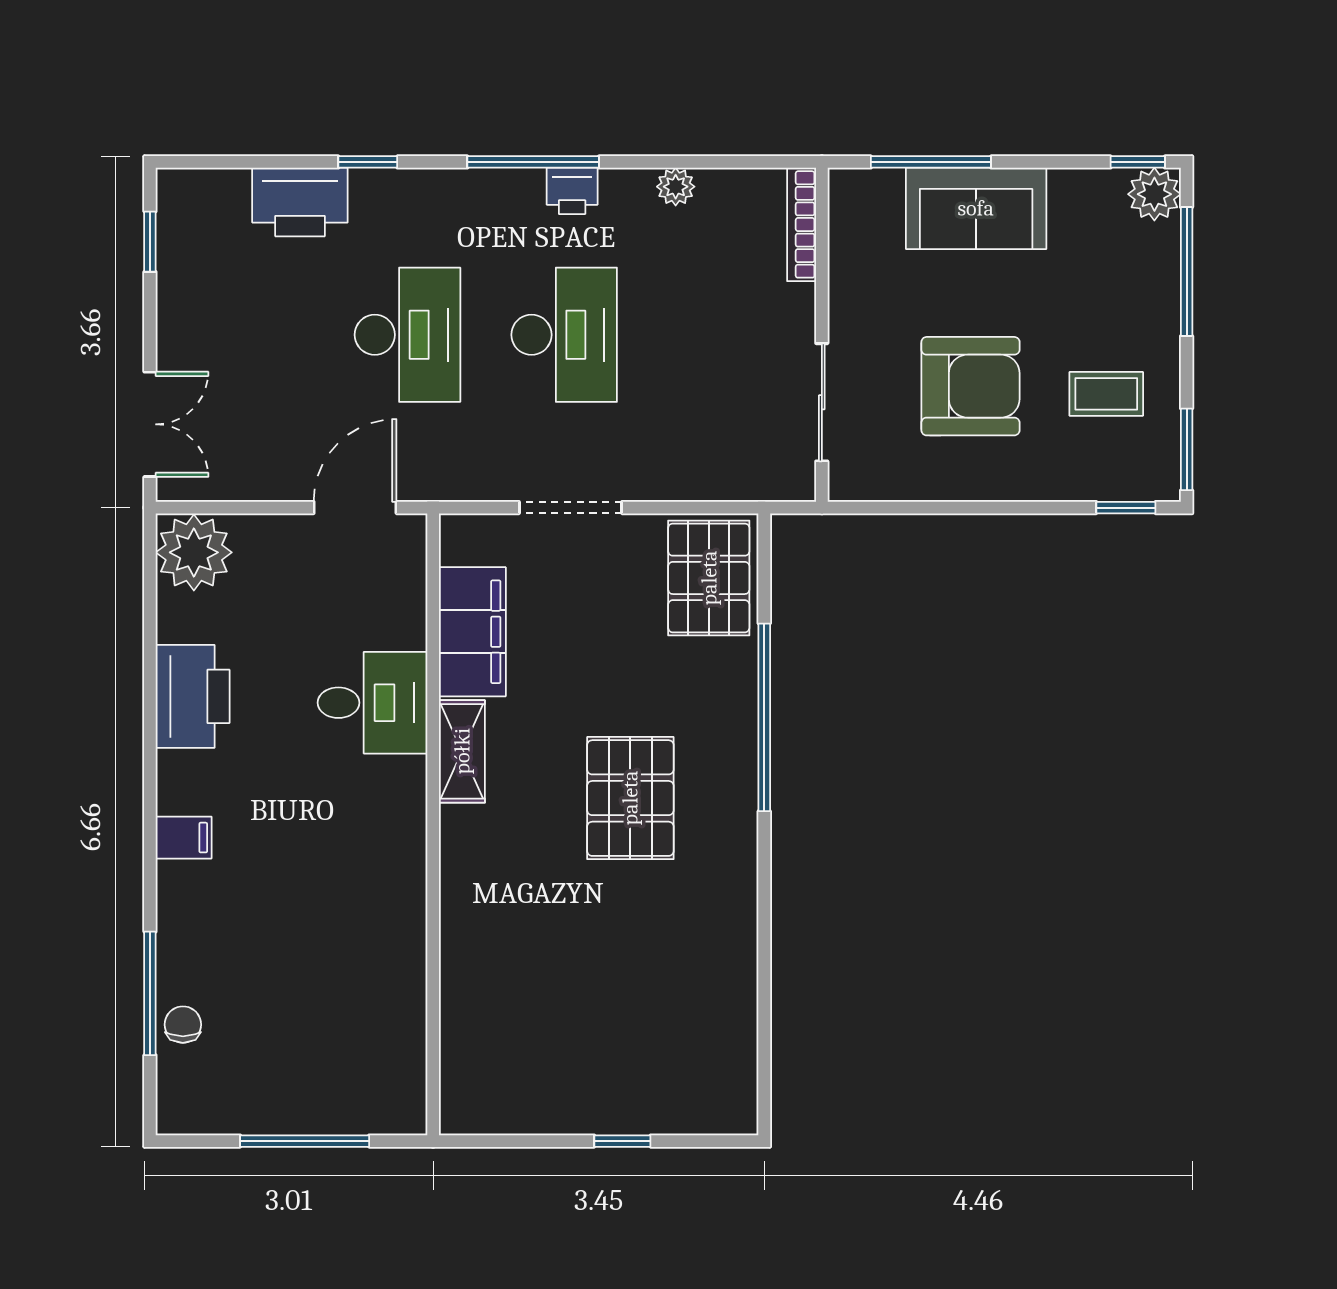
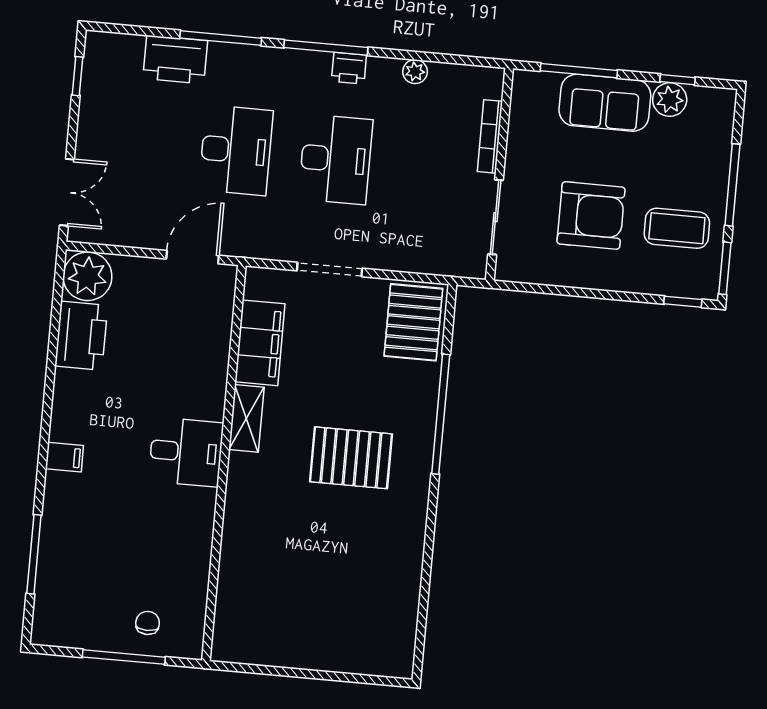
window: (368, 162) -> (221, 38), width x2.17
window: (1138, 162) -> (678, 80), moved
plant: (1154, 194) -> (670, 100), moved
bookcase: (802, 224) -> (490, 136), moved
window: (1187, 272) -> (732, 185), moved
coffee table: (1106, 394) -> (677, 228), width x1.36, depth x1.30
printer: (193, 696) -> (81, 336), moved
desk: (372, 703) -> (186, 452), moved
pallet: (630, 798) -> (351, 458), turned 90
chair: (183, 1025) -> (148, 623), moved
window: (622, 1141) -> (326, 675), removed

